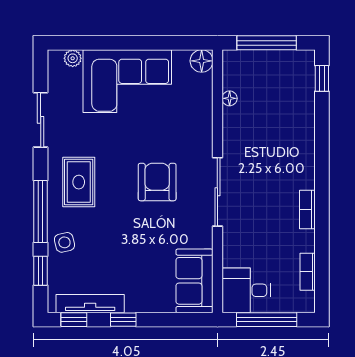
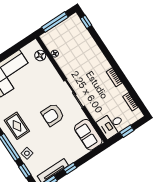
floor lamp: (202, 61) -> (40, 56), moved
armchair: (157, 182) -> (53, 115), moved, turned -90
window: (267, 320) -> (127, 131), width x0.46

